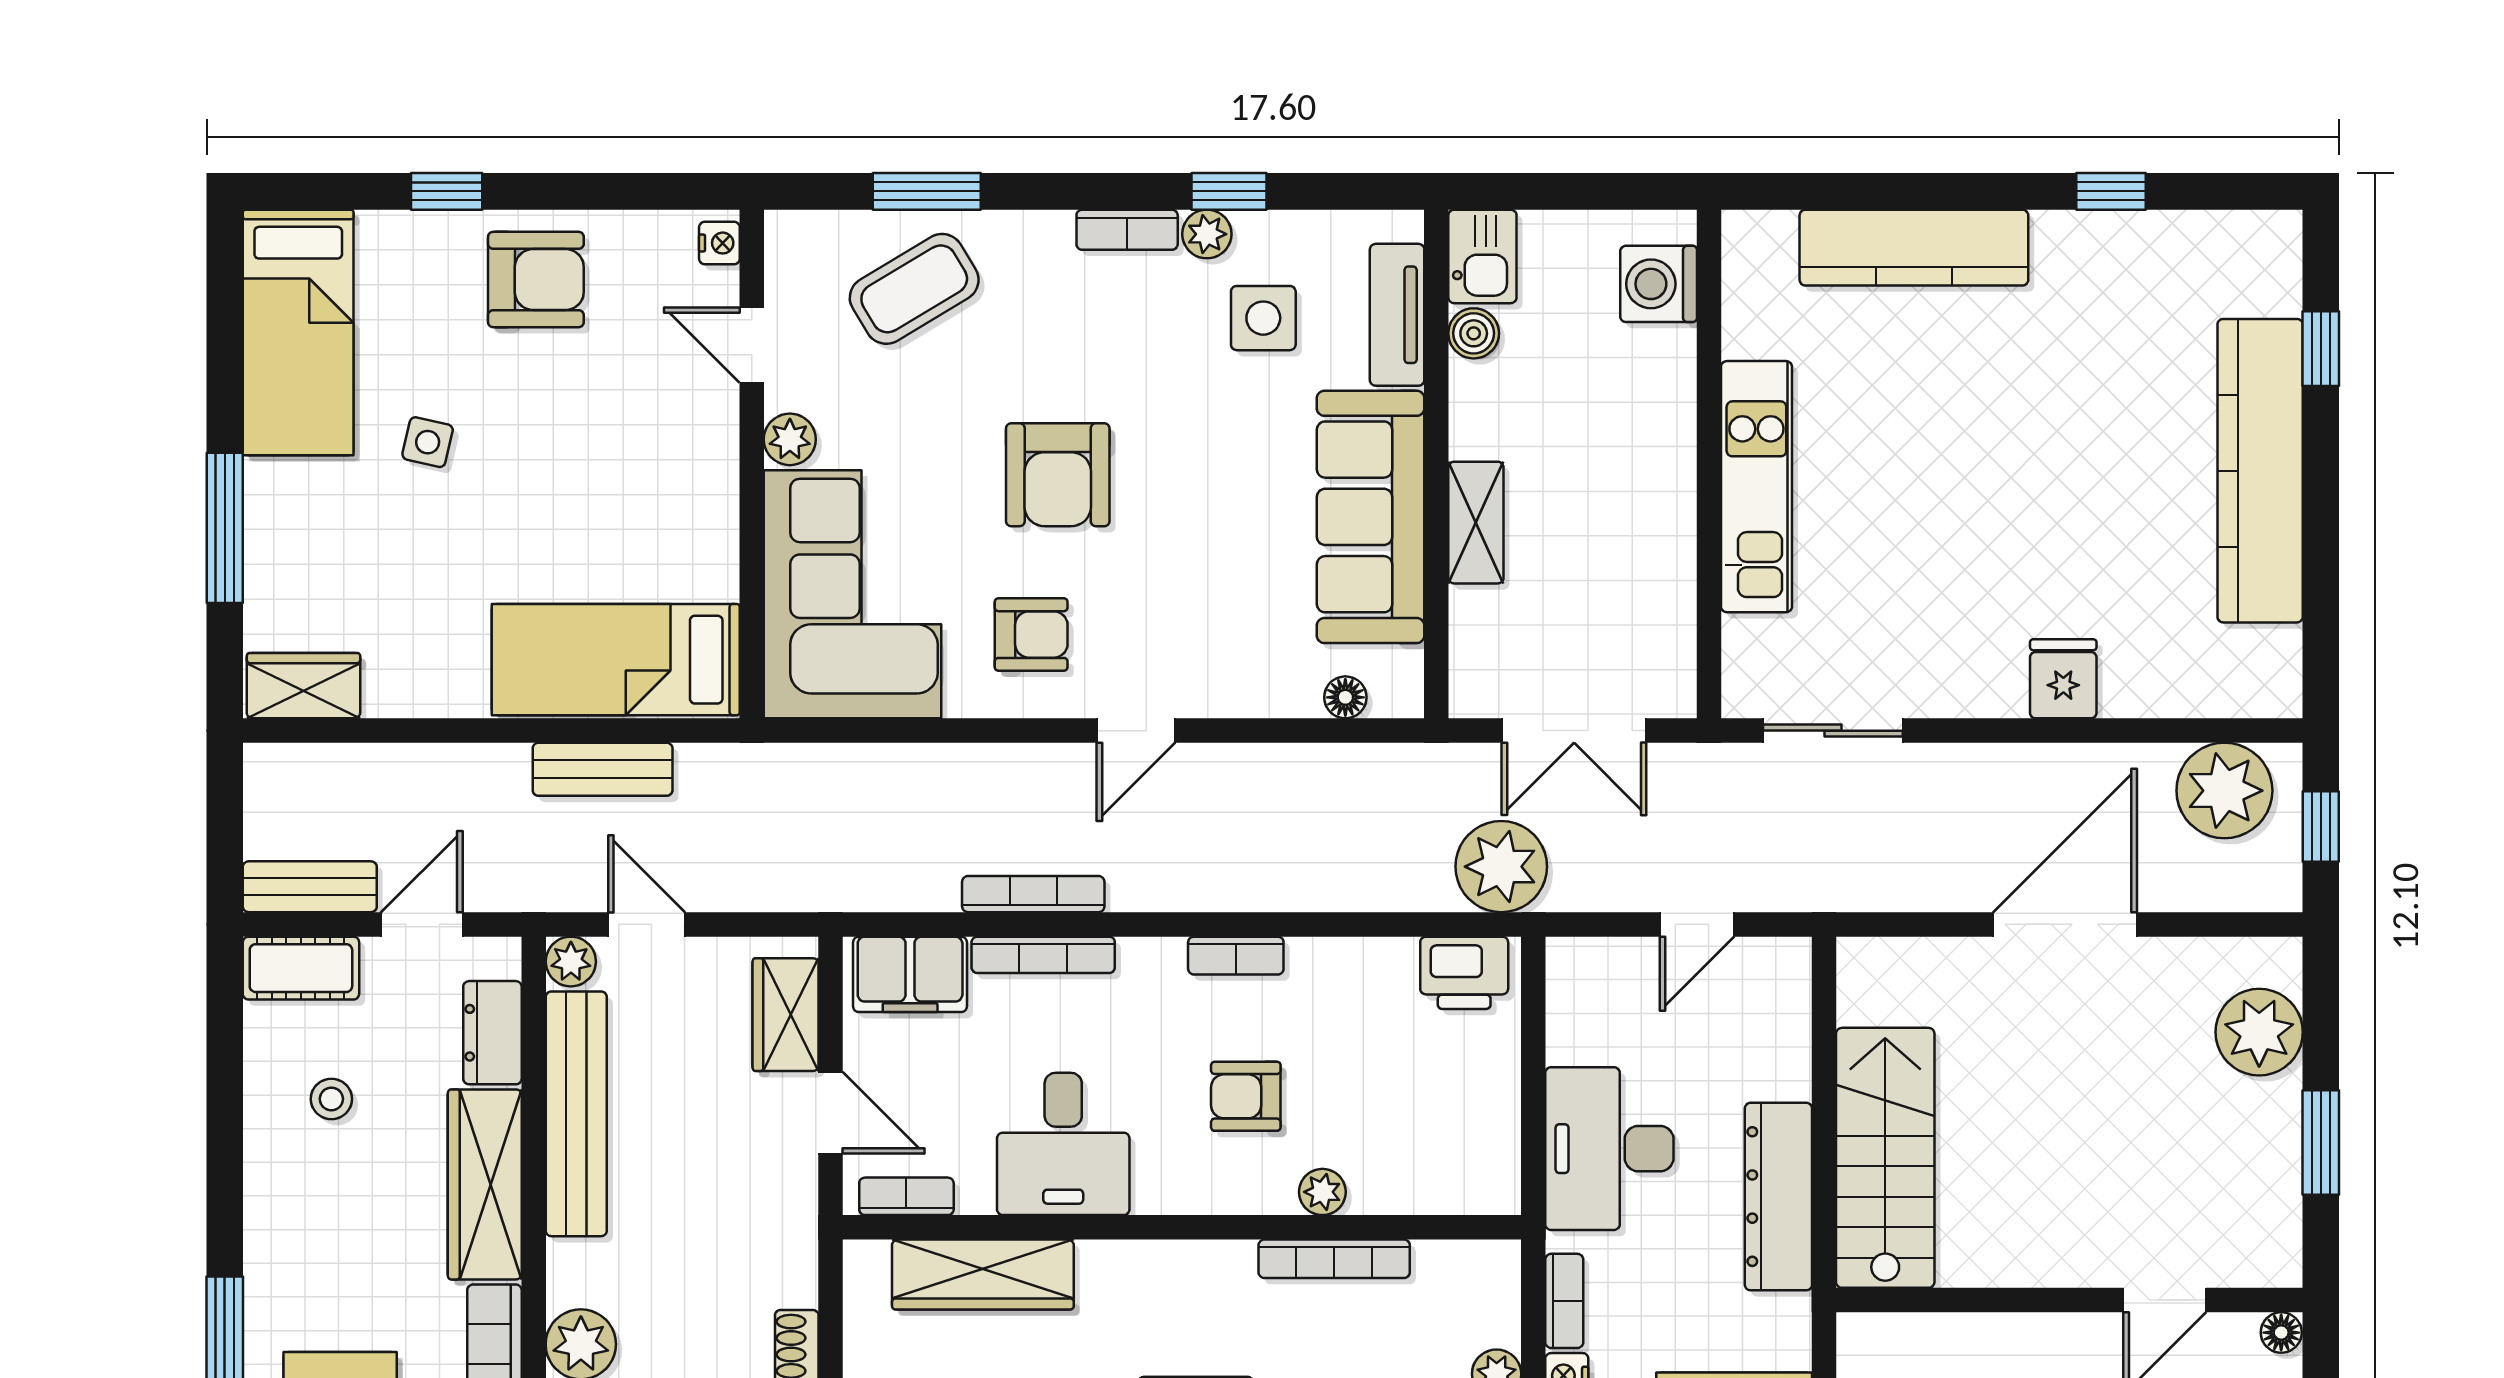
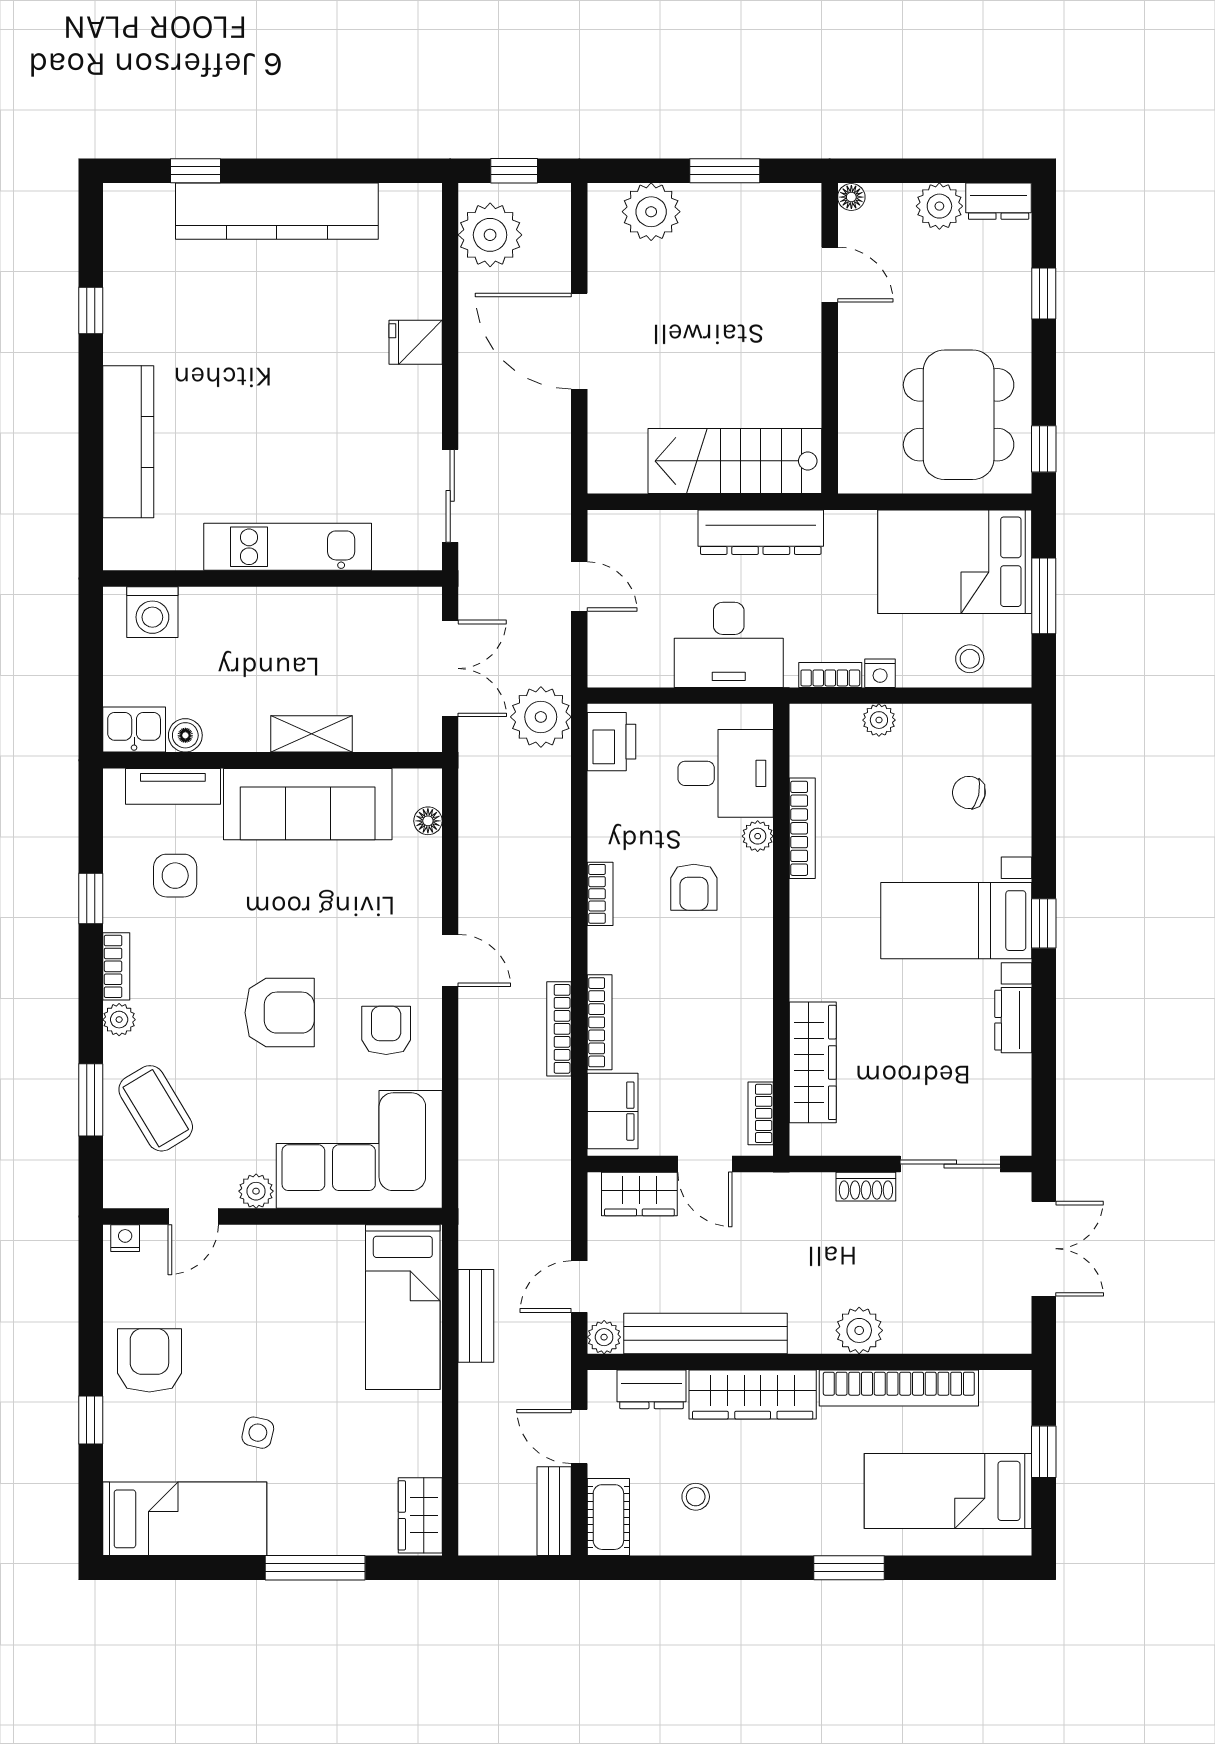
plant: (1207, 234) -> (119, 1020), moved
door: (831, 1113) -> (705, 1164), swing flipped
desk: (1063, 1144) -> (726, 773), moved

